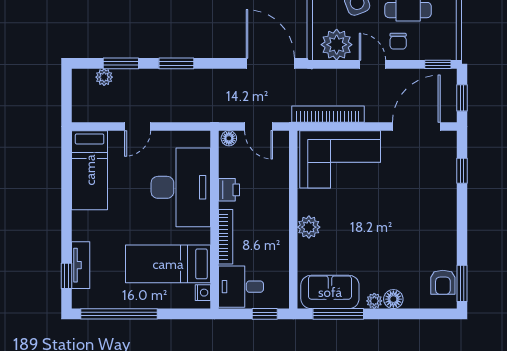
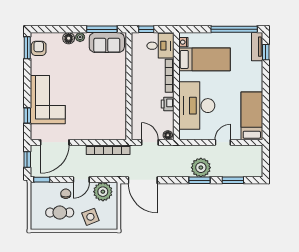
door: (372, 64) -> (81, 180), hinge flipped
plant: (104, 77) -> (201, 168), moved, width x1.88, depth x1.88
corner sofa: (340, 159) -> (48, 100), moved, turned 90
plant: (309, 227) -> (120, 82), removed
tv unit: (81, 265) -> (257, 47), moved

